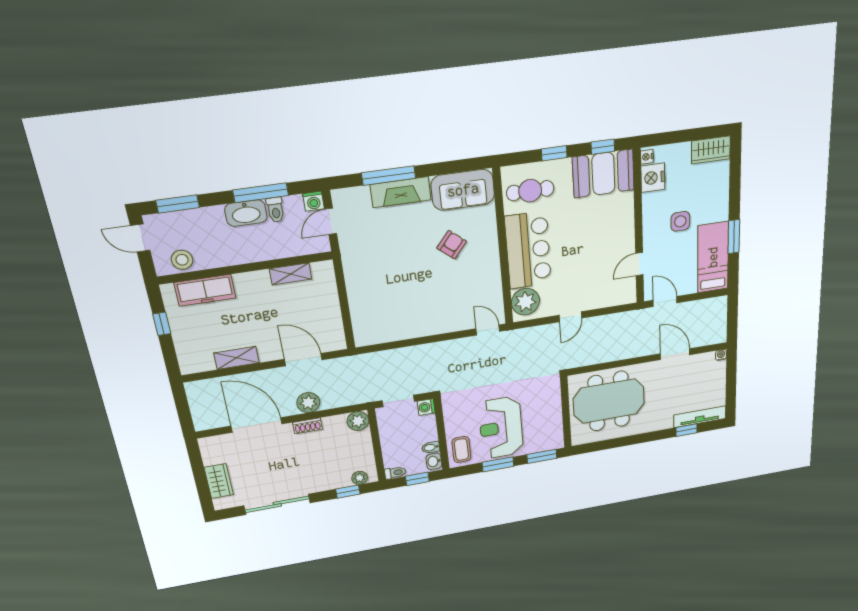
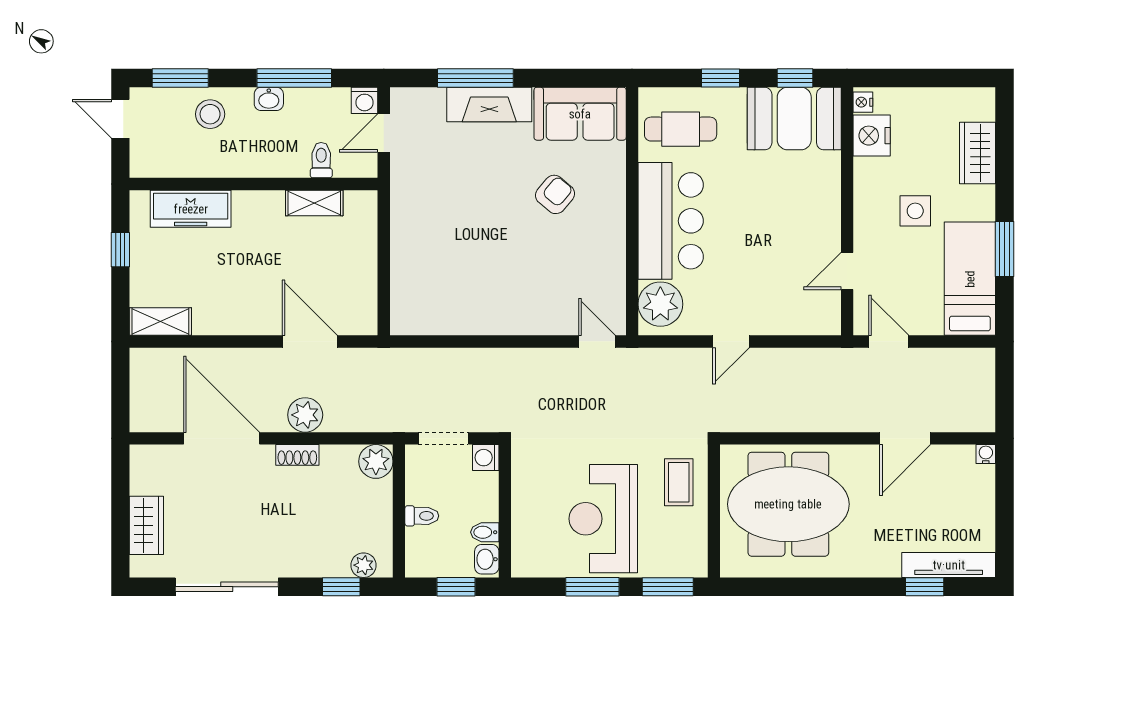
wardrobe: (711, 150) -> (977, 153), moved, turned 90
toilet: (275, 210) -> (321, 160), moved, turned 180
washbasin: (246, 213) -> (269, 99), width x0.52, depth x0.69
stool: (182, 260) -> (210, 114), moved
door: (675, 354) -> (905, 438), swing flipped
shelving: (237, 358) -> (160, 322), moved
coffee table: (461, 449) -> (679, 482), moved
toilet: (395, 473) -> (422, 516), moved

